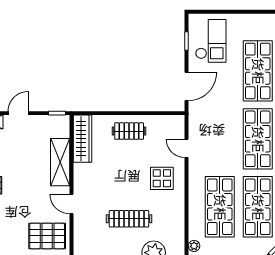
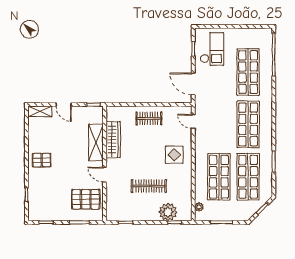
door: (187, 86) -> (193, 84), swing flipped
door: (18, 113) -> (64, 105), swing flipped
wardrobe: (83, 139) -> (113, 140), moved
door: (187, 148) -> (193, 121), moved

